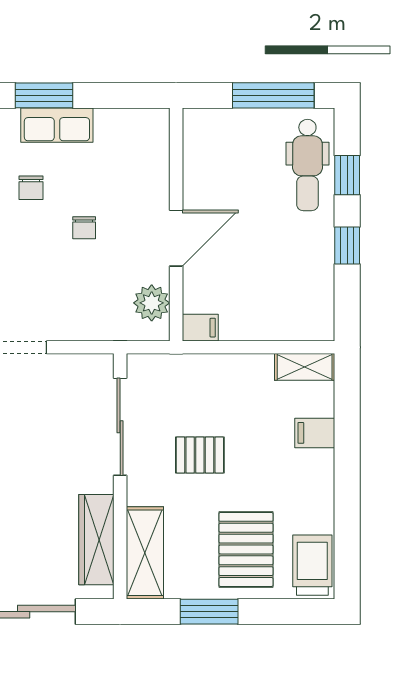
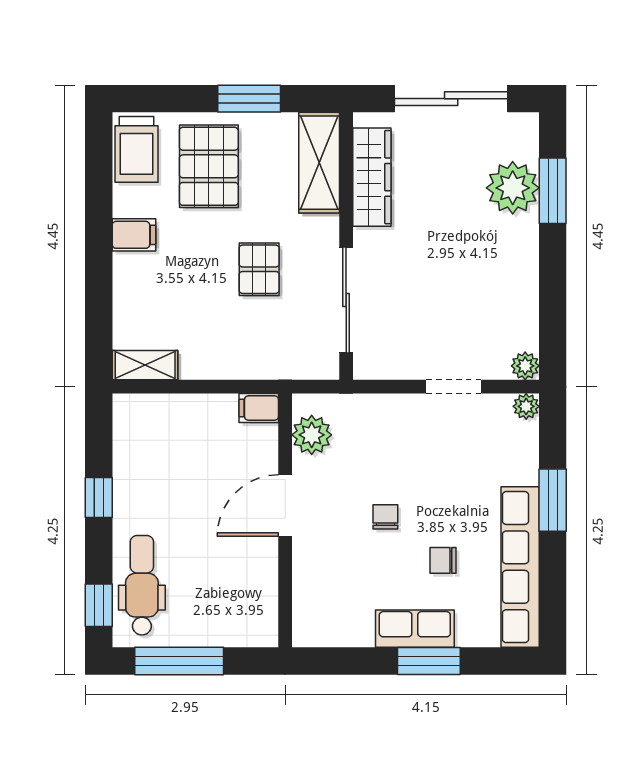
window: (347, 175) -> (99, 605), moved
chair: (31, 188) -> (443, 560), turned -90
filing cabinet: (315, 433) -> (134, 235), moved
pallet: (200, 455) -> (259, 269), turned 90

